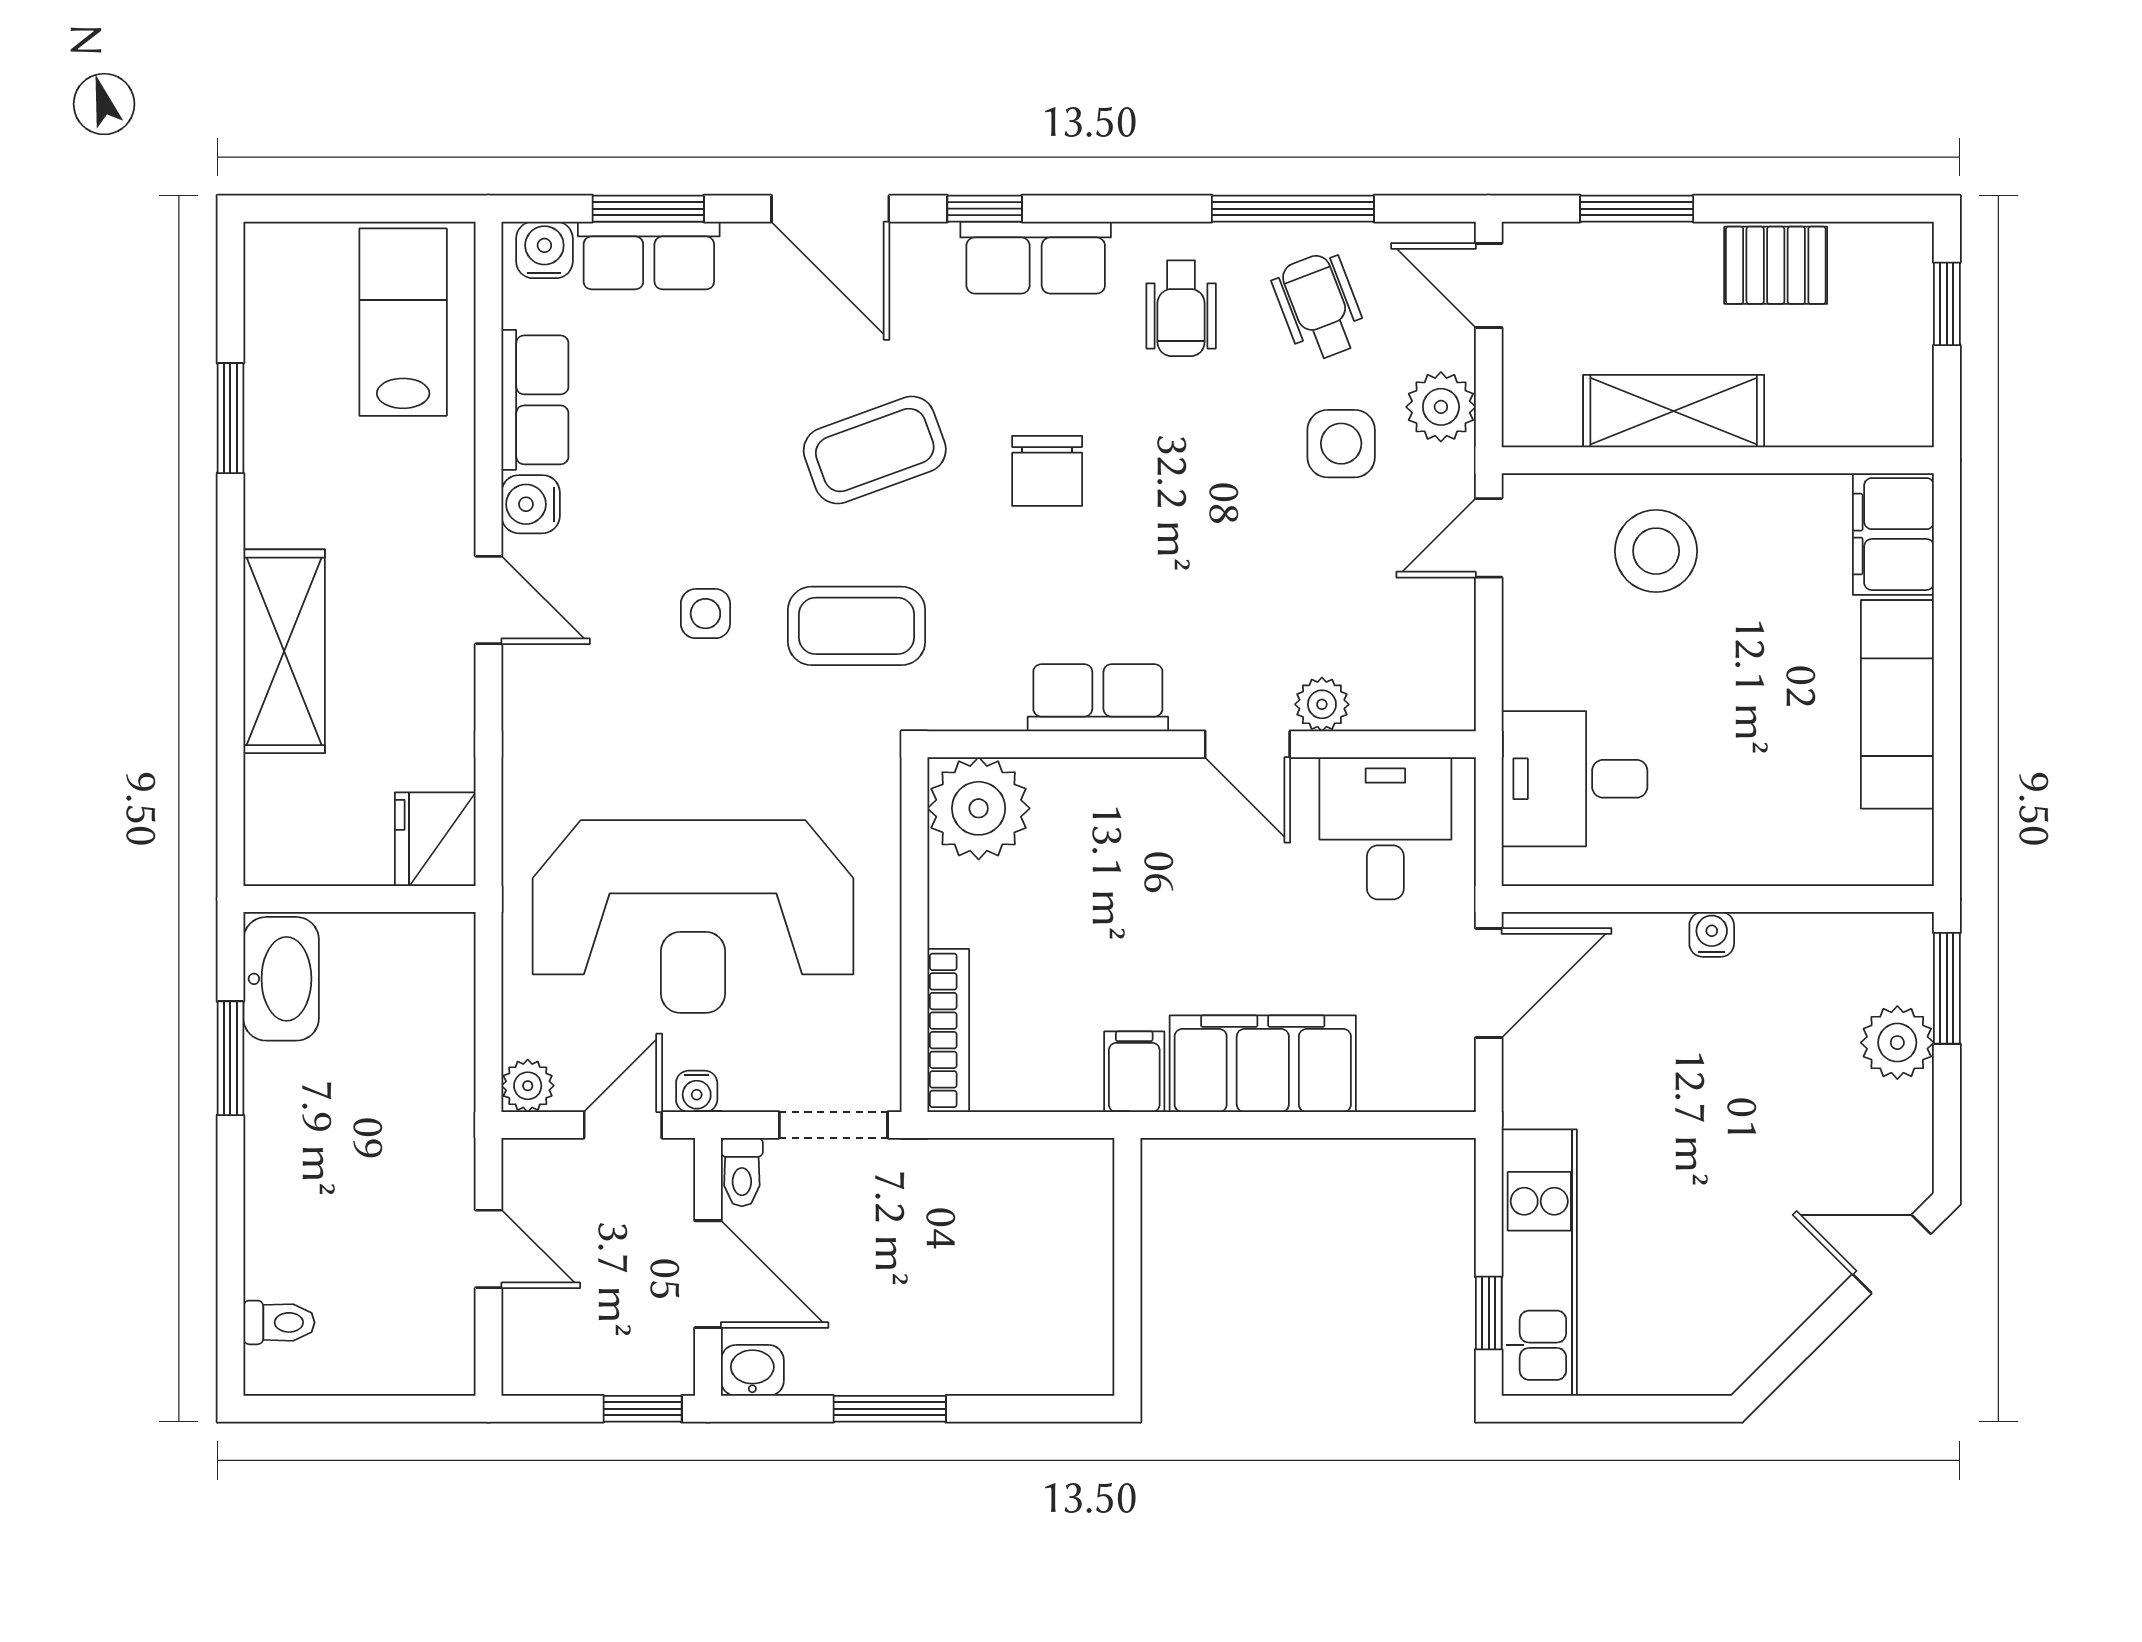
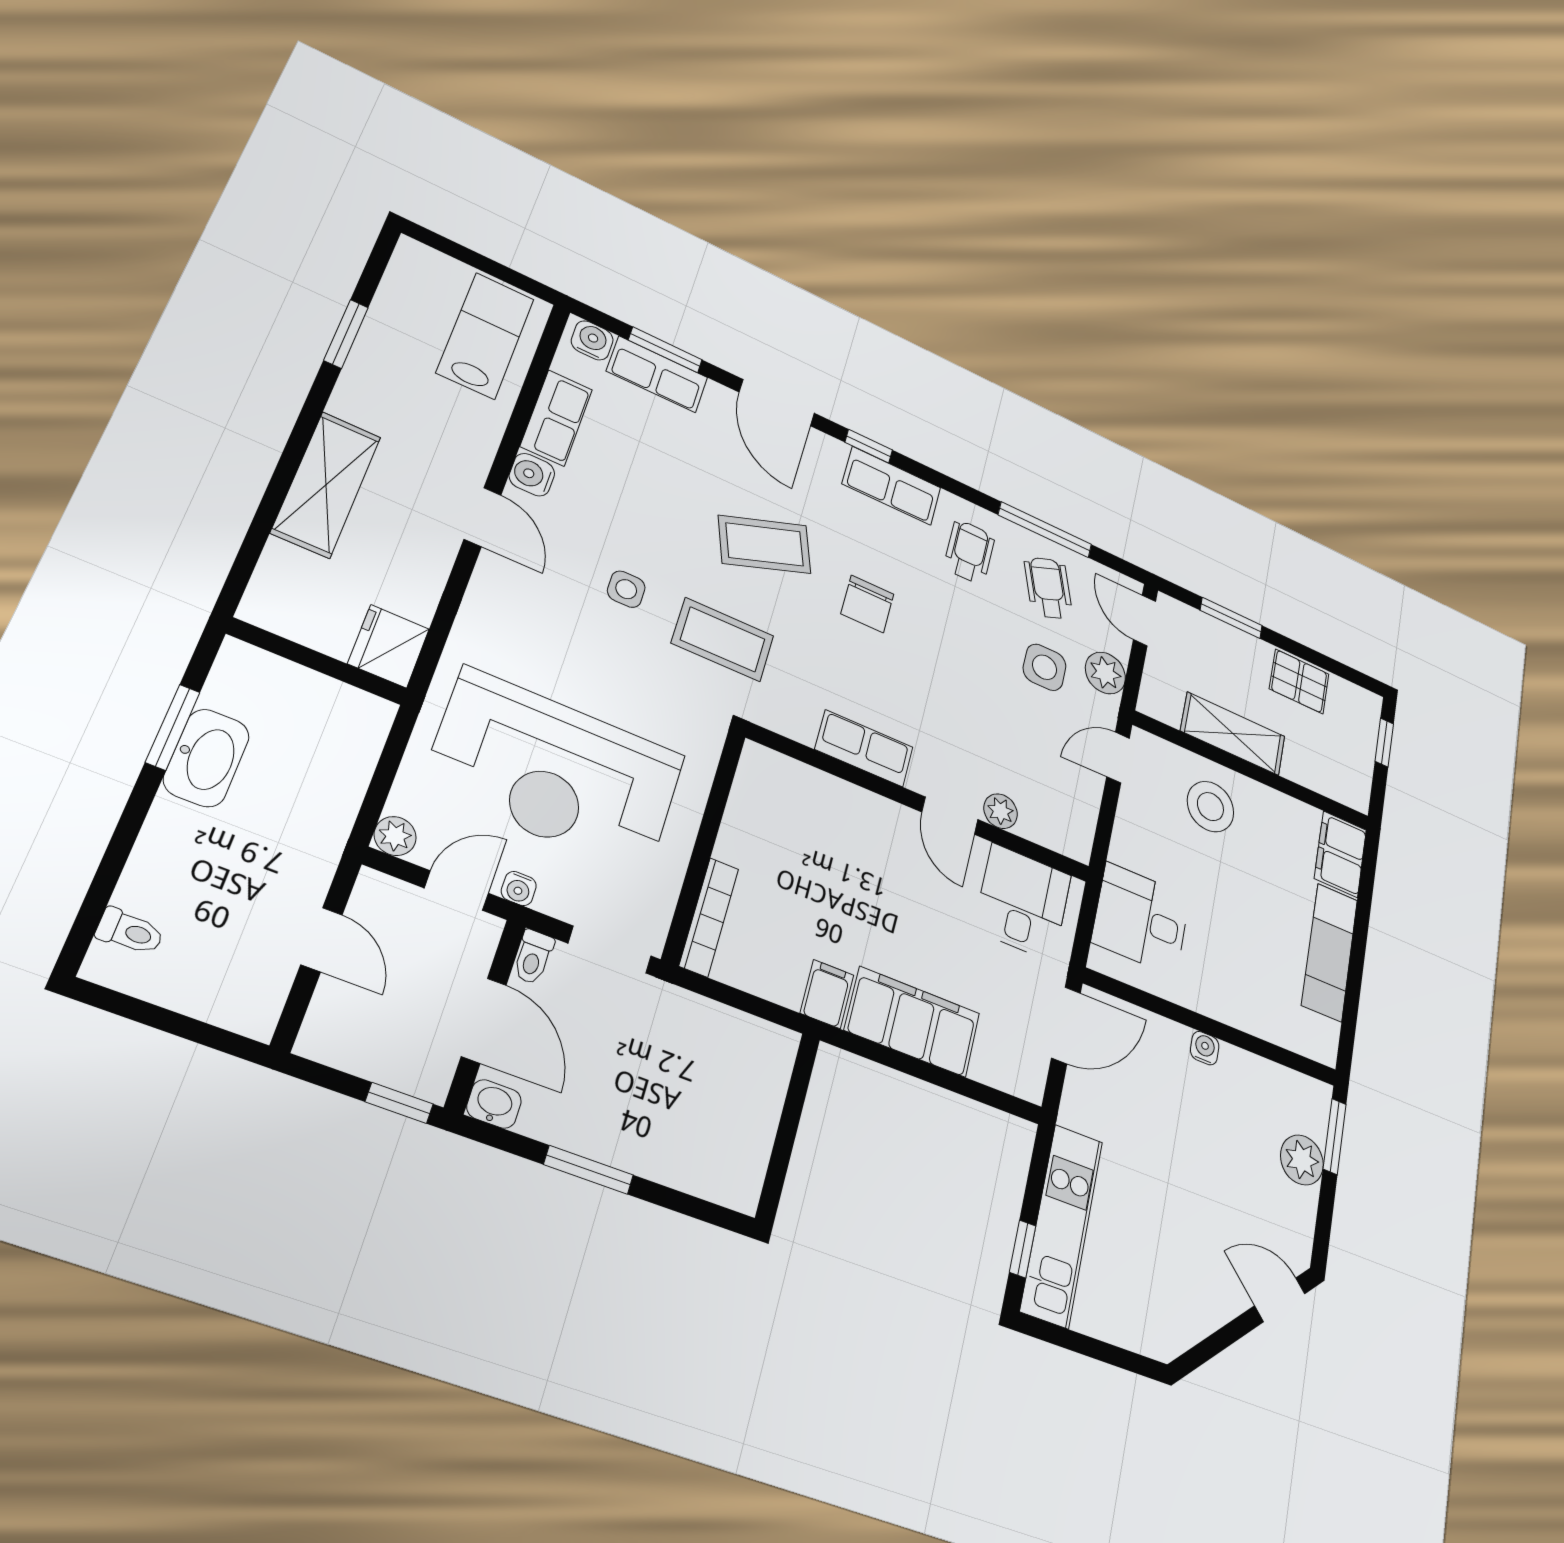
wheelchair: (1181, 308) -> (969, 552), turned 180
plant: (979, 808) -> (770, 783), removed
washbasin: (281, 979) -> (206, 758), moved

